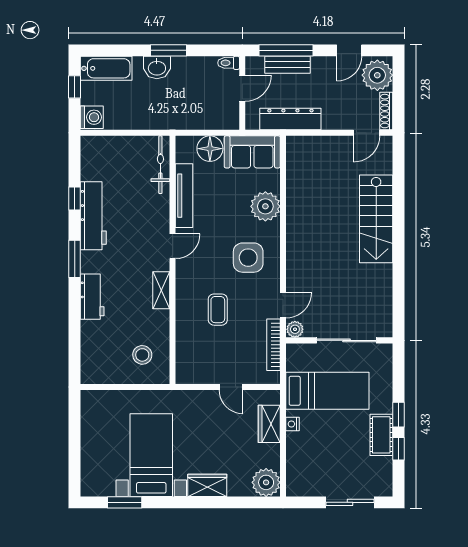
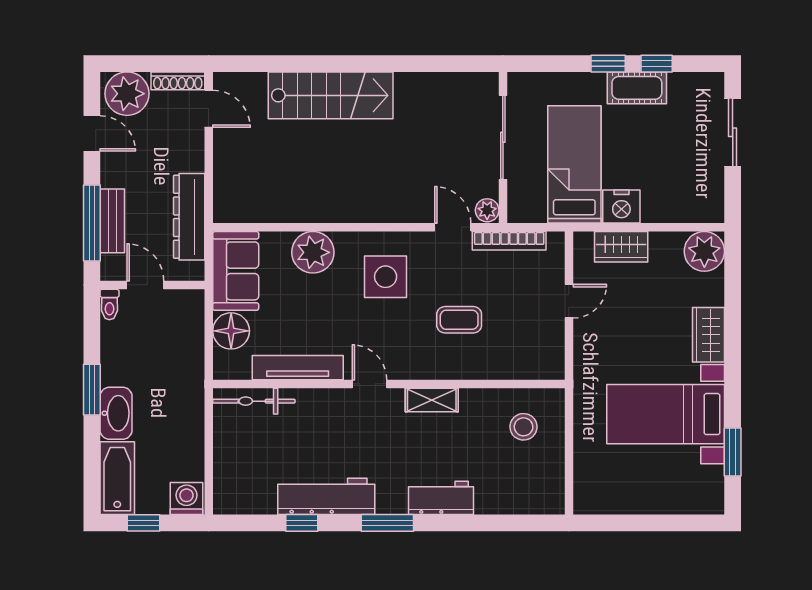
washbasin: (157, 67) -> (116, 413), width x1.38
nightstand: (292, 424) -> (621, 206), width x1.89, depth x1.79

